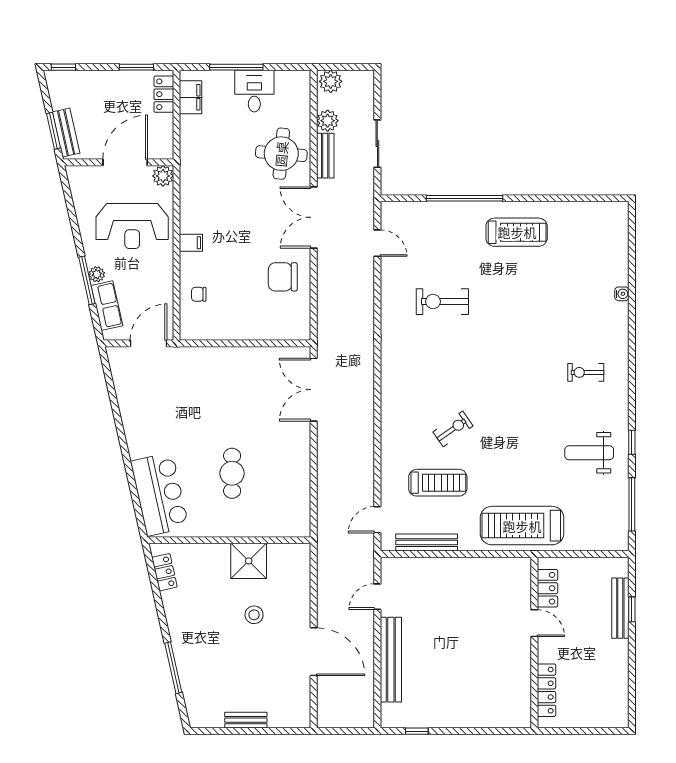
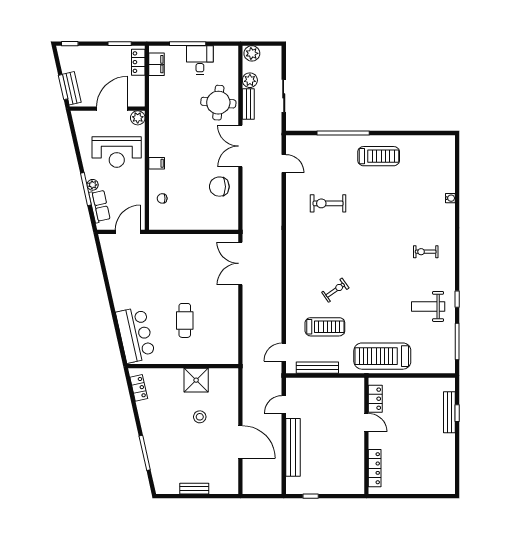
locker: (547, 588) -> (375, 399), moved
door: (534, 623) -> (366, 422), moved
wall: (534, 643) -> (366, 436), moved
locker: (546, 690) -> (375, 468), moved

